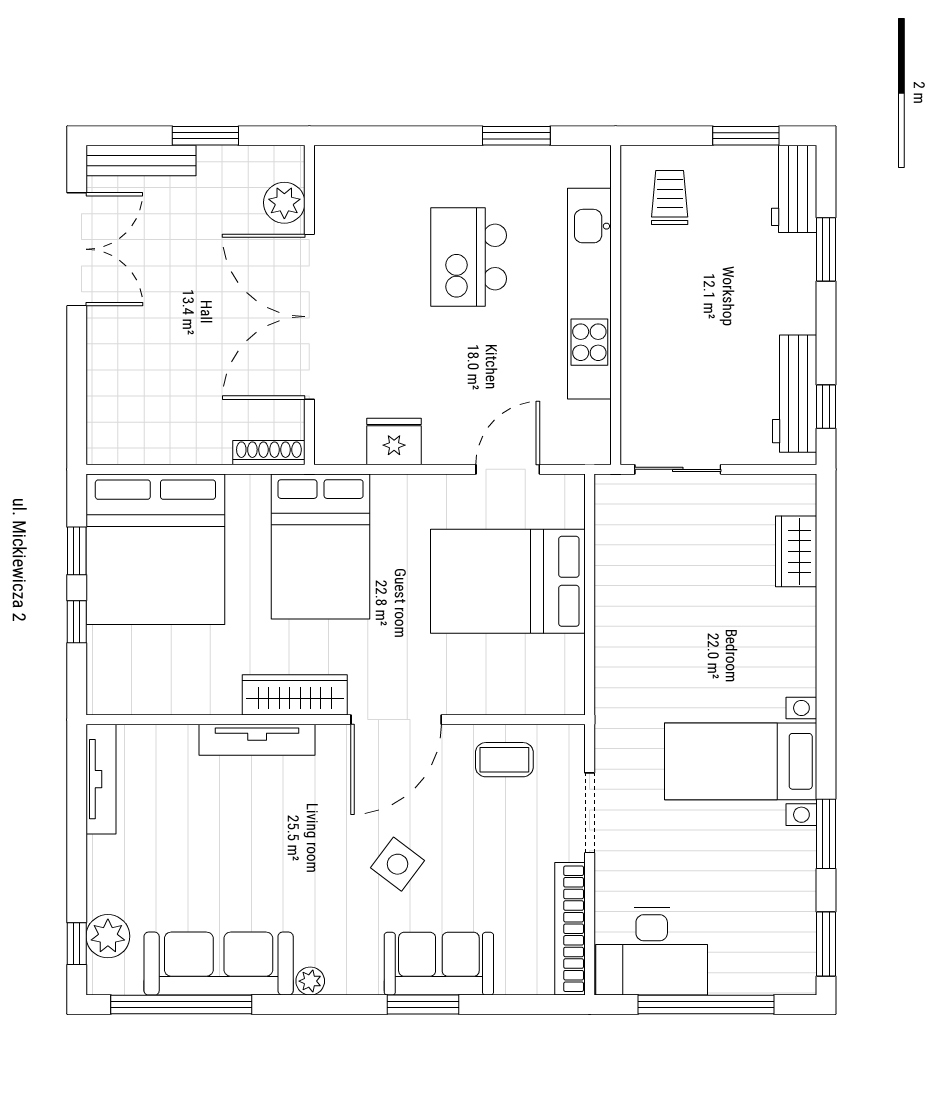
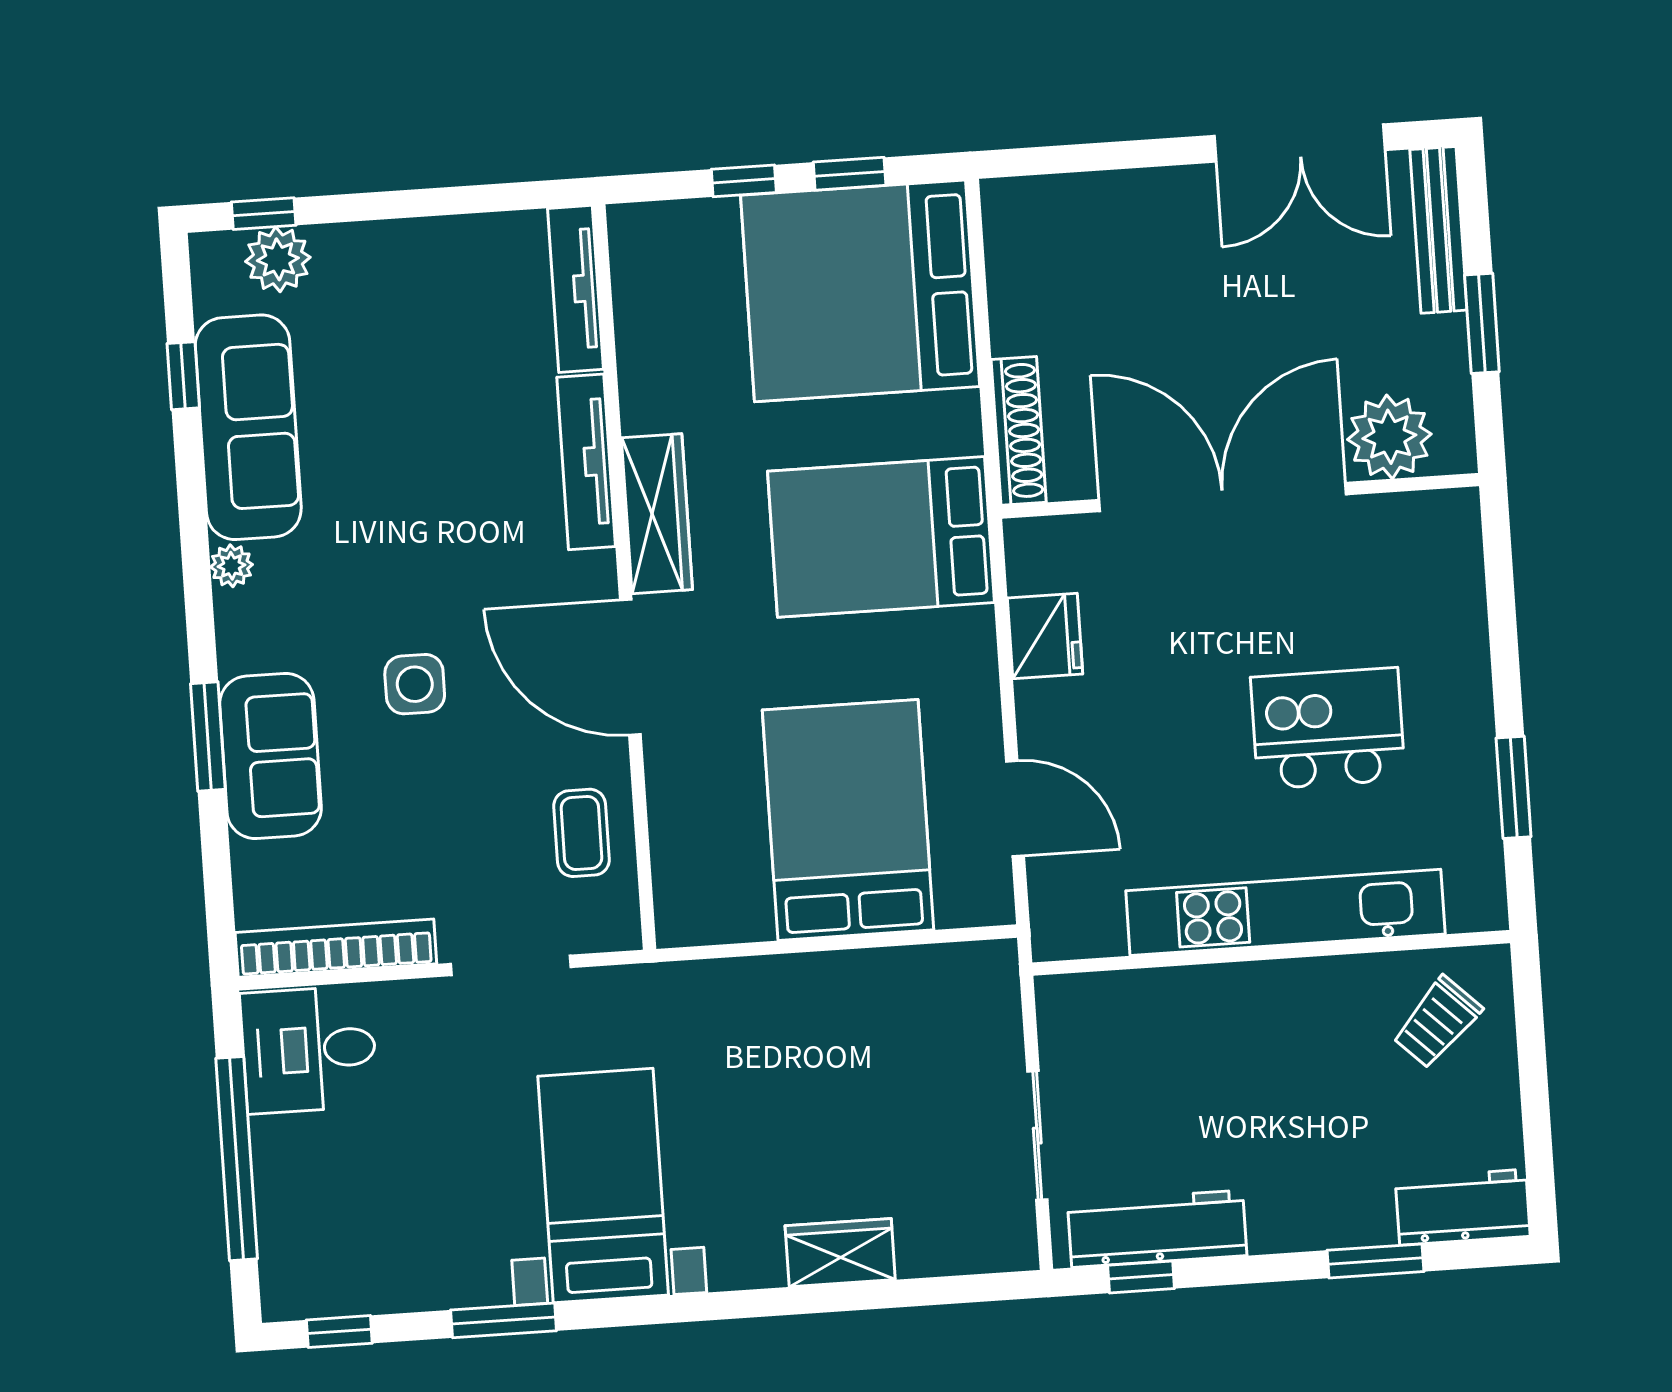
window: (746, 136) -> (1537, 1130), removed
trolley: (670, 197) -> (1437, 1022), turned 134
plant: (284, 203) -> (1389, 437), width x1.36, depth x1.36
shoe rack: (269, 453) -> (1019, 431), width x1.36, depth x1.24
sliding door: (678, 469) -> (1037, 1136), moved
wardrobe: (796, 551) -> (840, 1253), moved
tv unit: (101, 779) -> (575, 289), moved, turned 90
side table: (398, 864) -> (415, 684), turned -37
window: (826, 944) -> (339, 1332), width x0.67
desk: (652, 951) -> (309, 1050), width x0.73
window: (181, 1005) -> (183, 376), width x0.32

